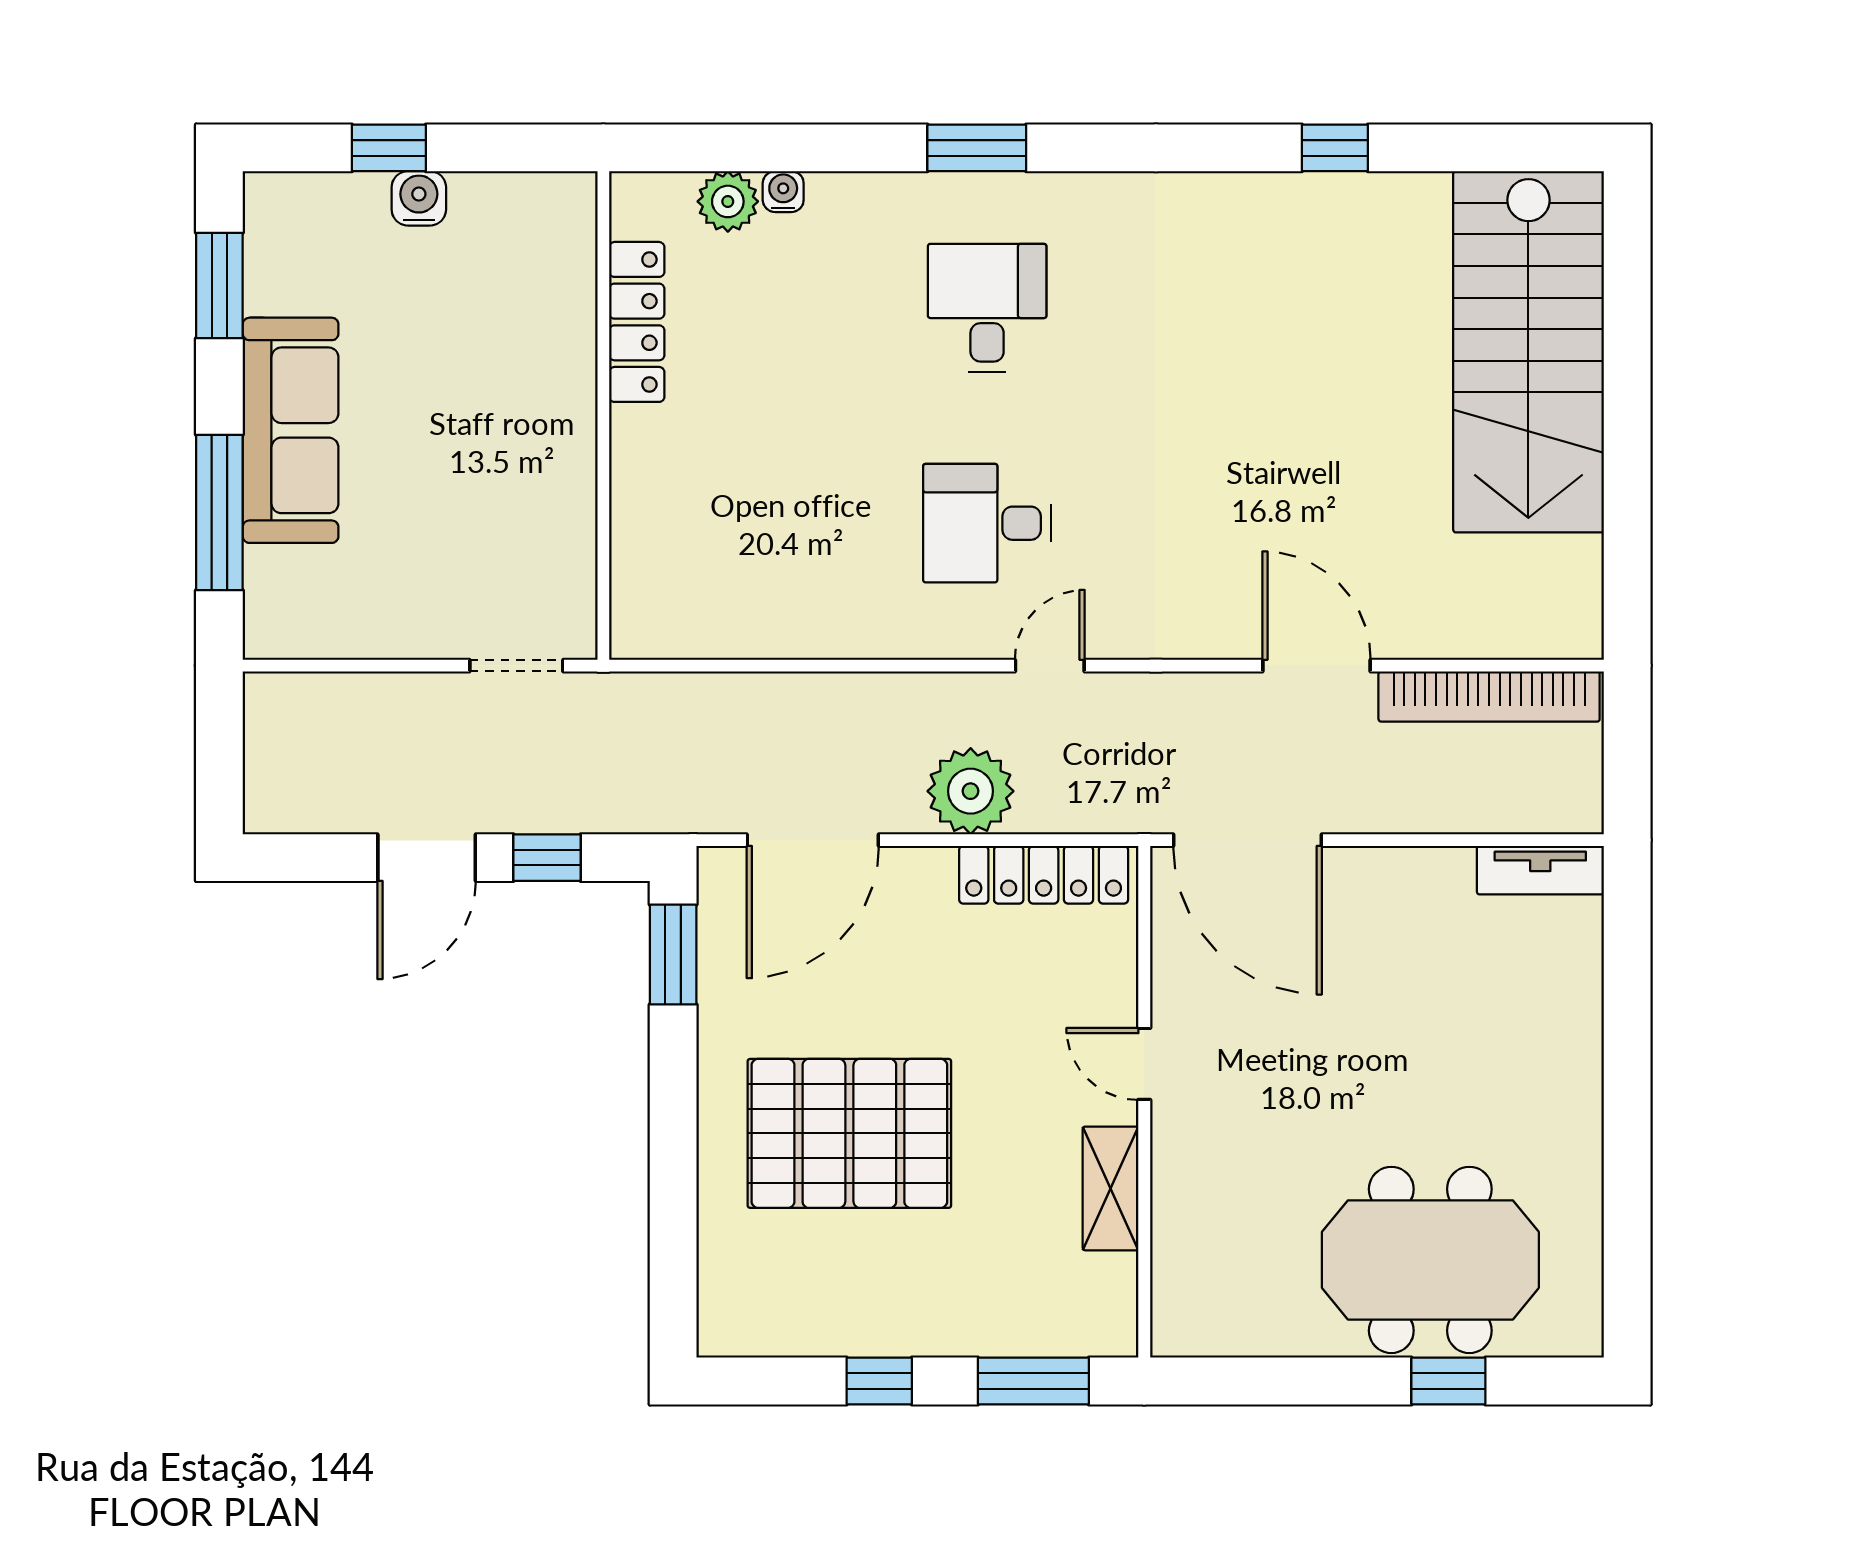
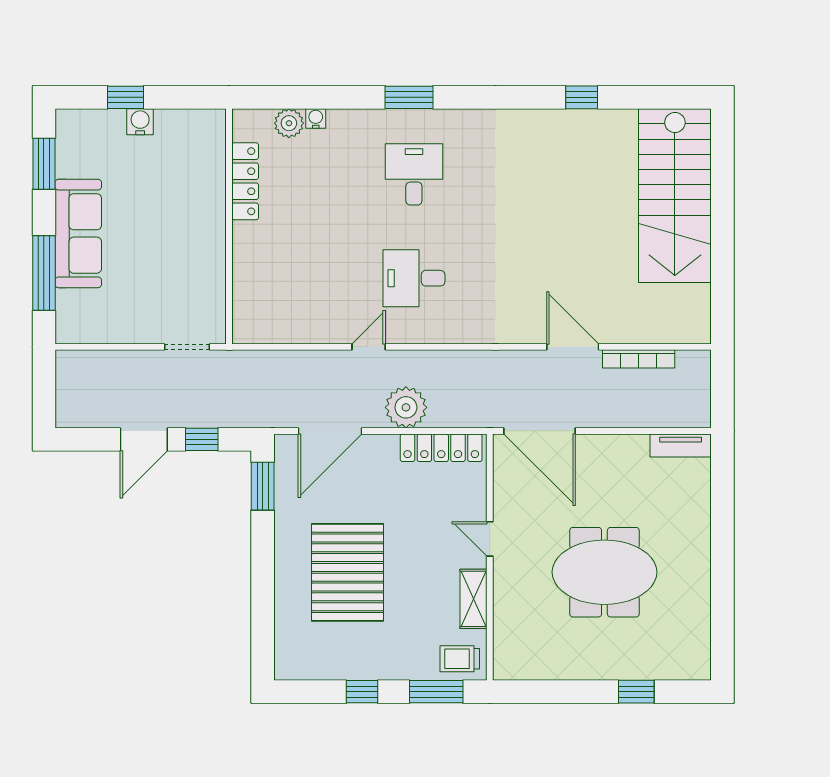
door: (1050, 666) -> (369, 347), moved
bookcase: (1489, 697) -> (639, 359), width x0.68, depth x0.76
pallet: (849, 1133) -> (348, 572), turned 90
meeting table: (1430, 1260) -> (604, 572), moved
trolley: (1082, 1313) -> (460, 659), added

